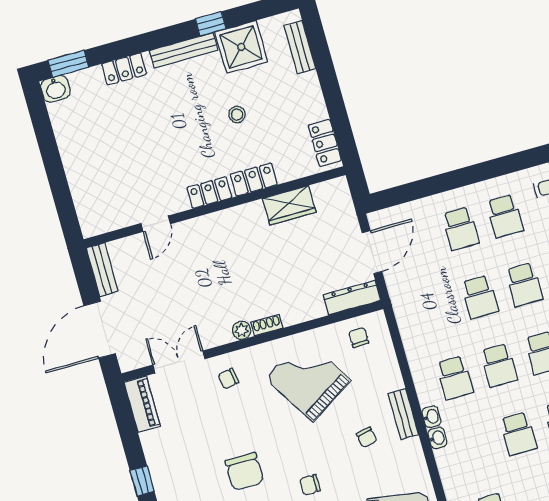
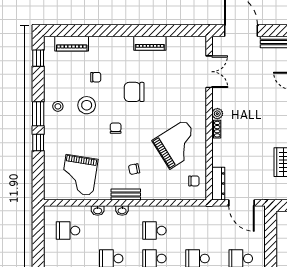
chair: (228, 379) -> (191, 98), removed
piano: (142, 404) -> (150, 43), moved
bench: (403, 414) -> (126, 194), moved
washbasin: (431, 417) -> (98, 211), moved
window: (142, 481) -> (145, 31), removed

